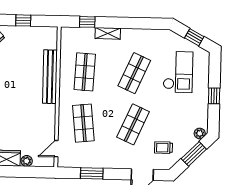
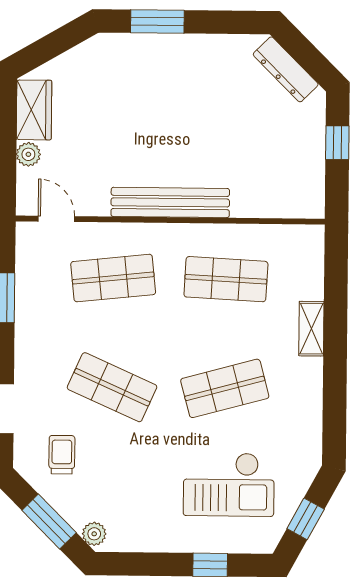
window: (87, 22) -> (336, 283), removed
shop shelf: (134, 73) -> (225, 388), turned -39
bench: (50, 77) -> (170, 202), moved
window: (214, 96) -> (210, 565), moved

